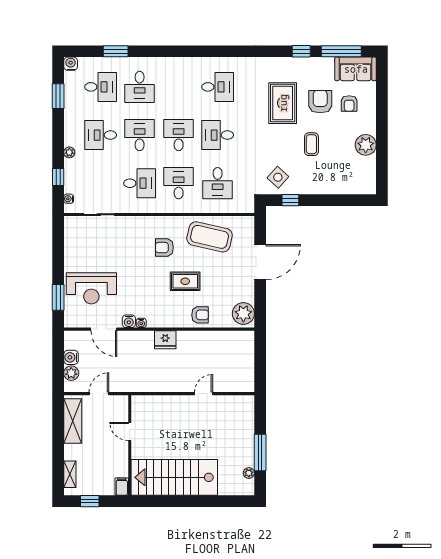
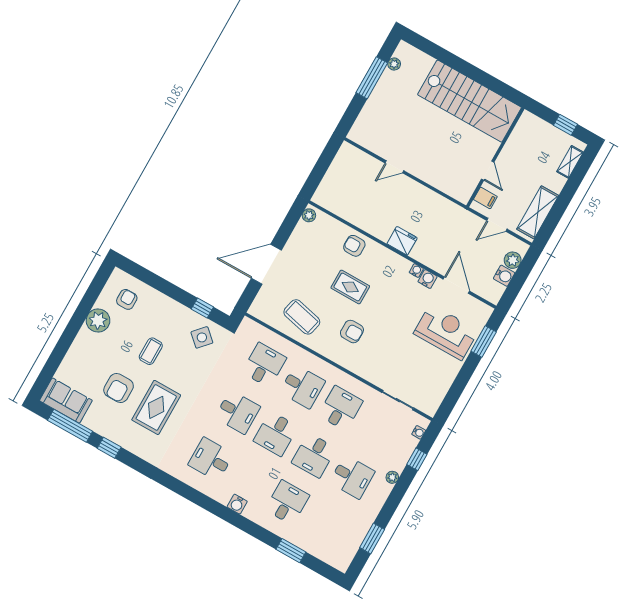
water cooler: (71, 64) -> (237, 504), moved
desk: (101, 87) -> (325, 524), removed
armchair: (349, 103) -> (127, 299), moved
desk: (140, 183) -> (341, 408), turned 90
desk: (179, 183) -> (302, 387), turned -90
coffee table: (210, 237) -> (302, 317), width x0.73, depth x0.76
plant: (243, 314) -> (309, 215), width x0.53, depth x0.53
filing cabinet: (122, 487) -> (485, 198), moved, turned -90

